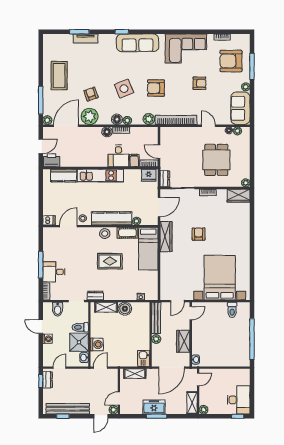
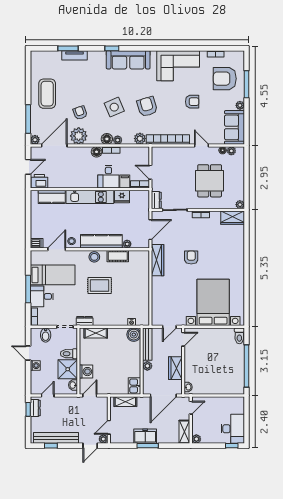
armchair: (156, 88) -> (147, 107), turned 73
fridge: (149, 175) -> (122, 197), moved
bed: (148, 249) -> (53, 275), moved, turned -90
boiler: (125, 309) -> (134, 335), moved
toilet: (232, 310) -> (239, 336), moved

